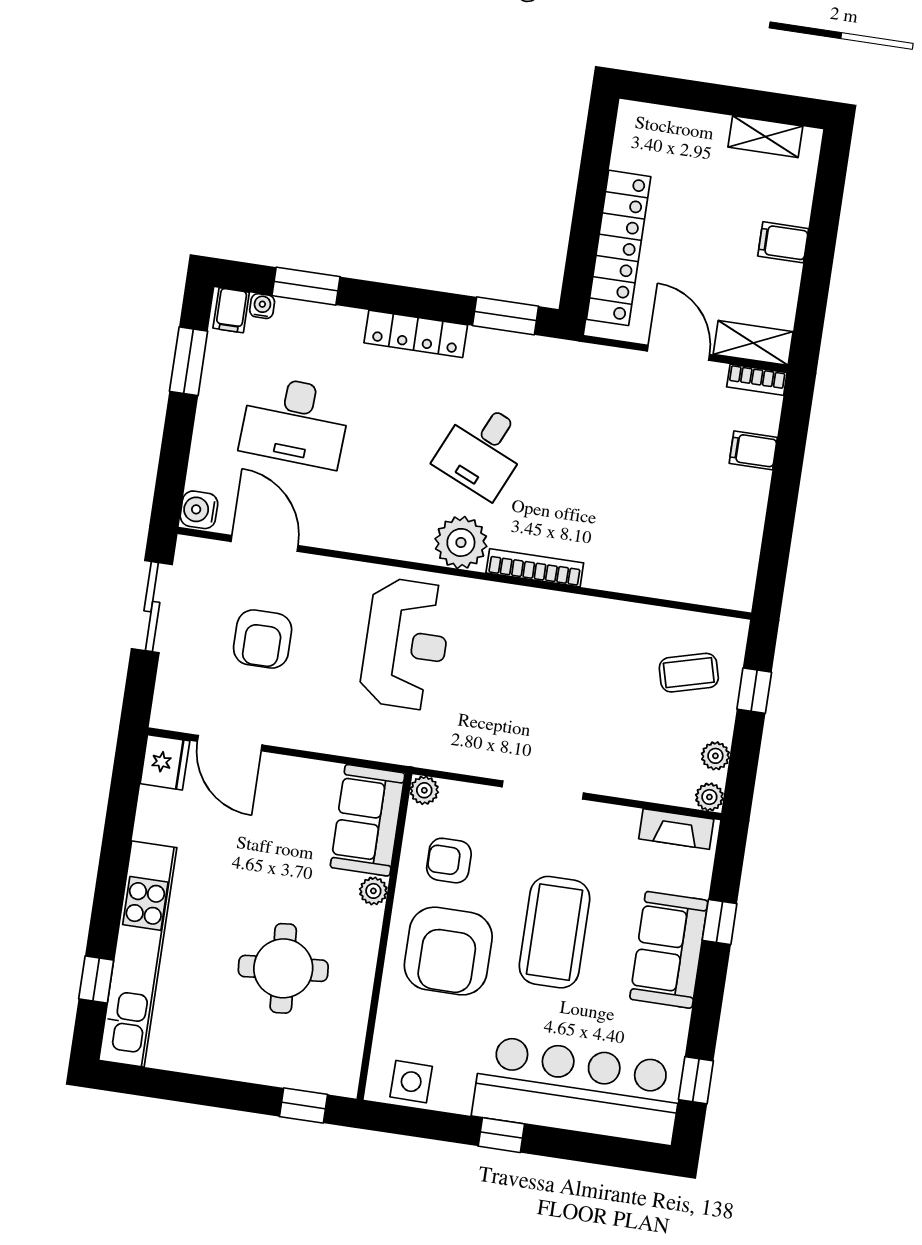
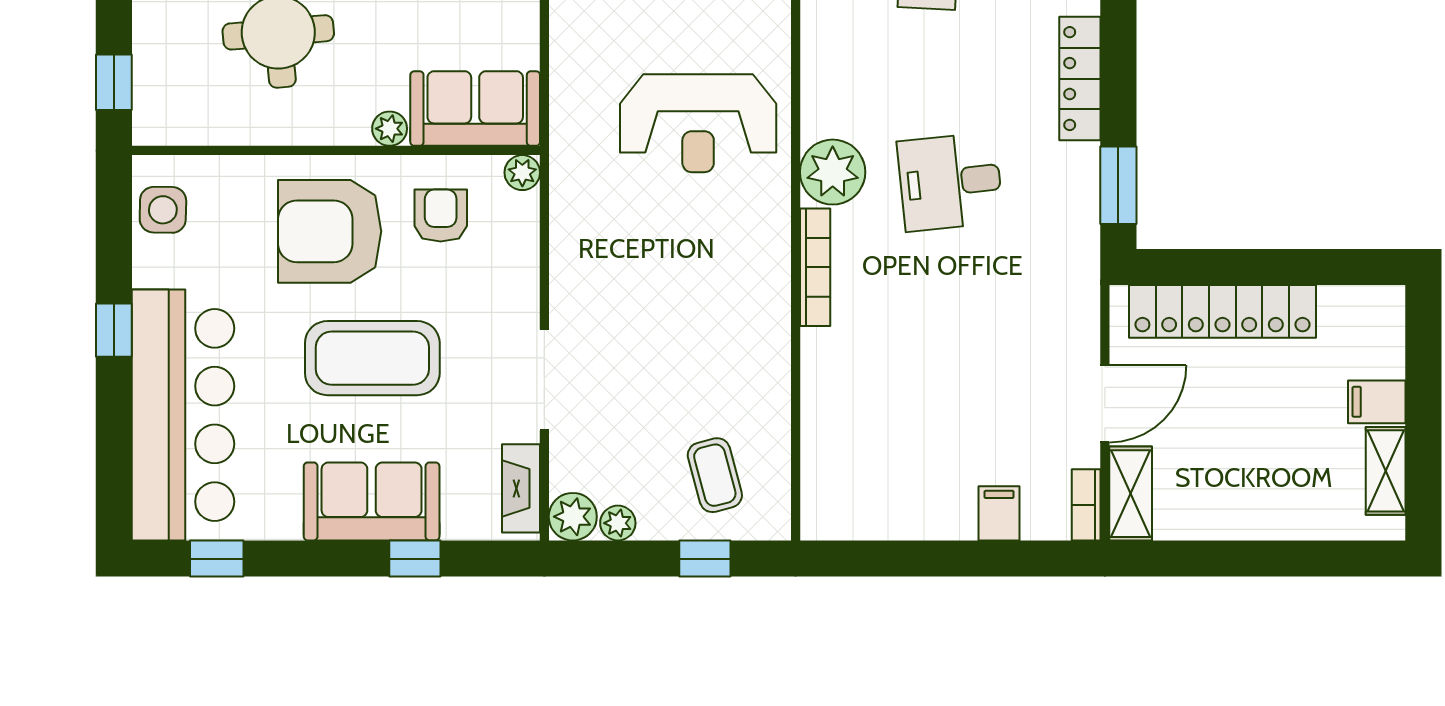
filing cabinet: (783, 242) -> (1377, 402), moved, turned -90
desk: (483, 450) -> (950, 182), turned -30
doorway: (543, 790) -> (544, 380), moved
plant: (709, 797) -> (573, 517), width x1.38, depth x1.38

